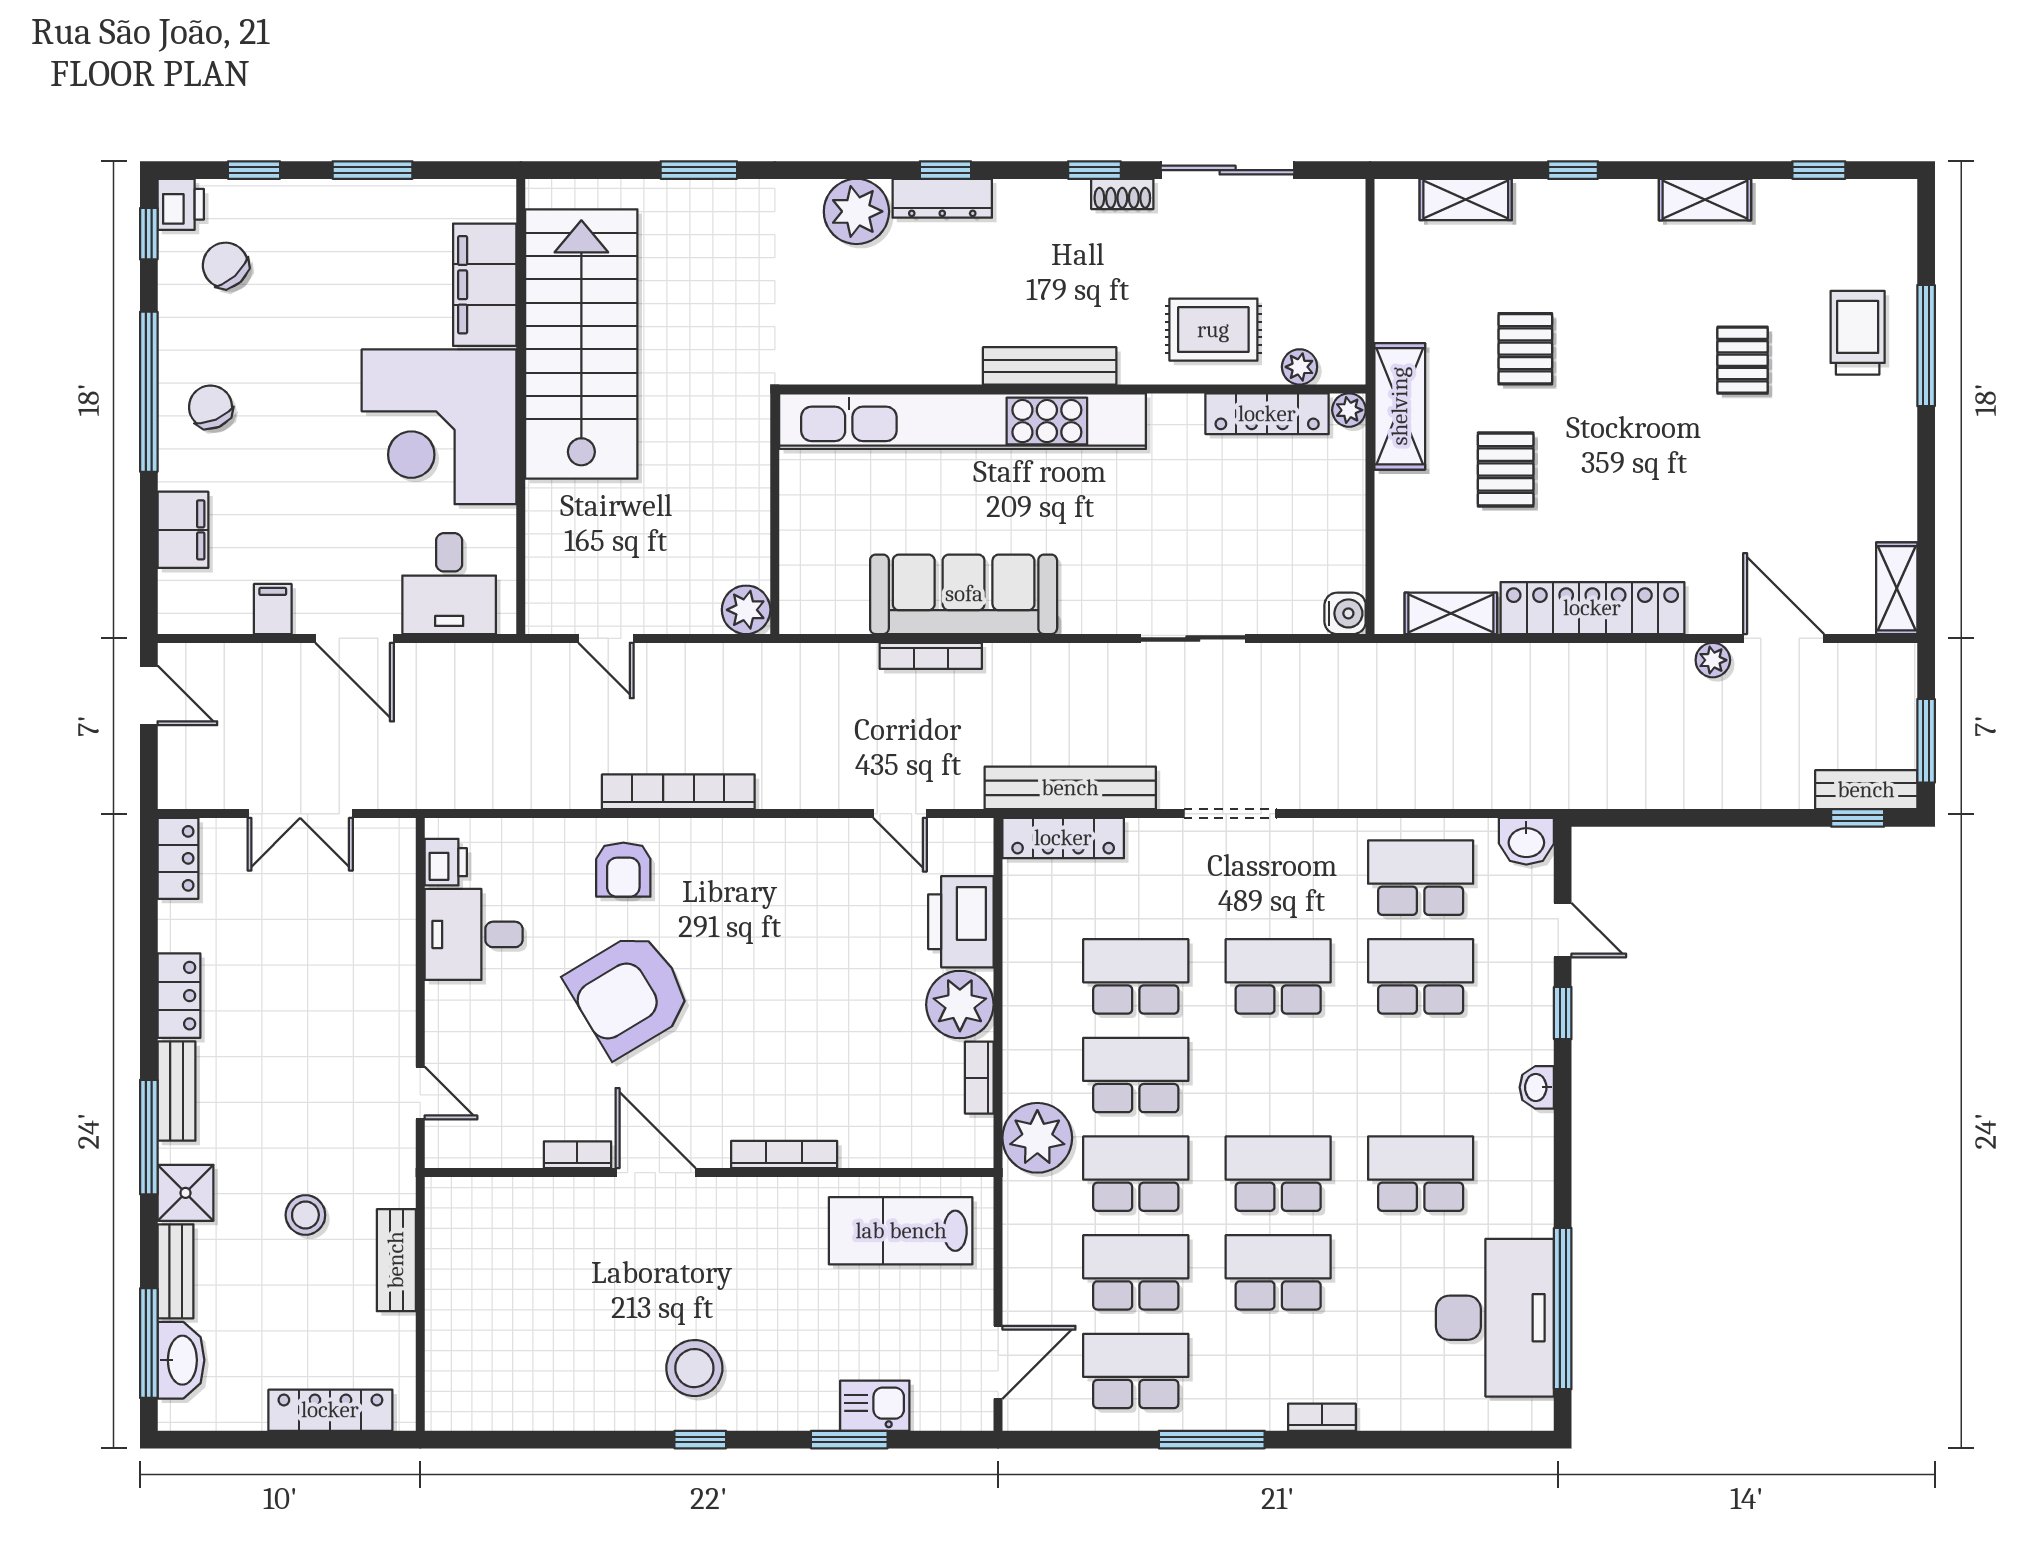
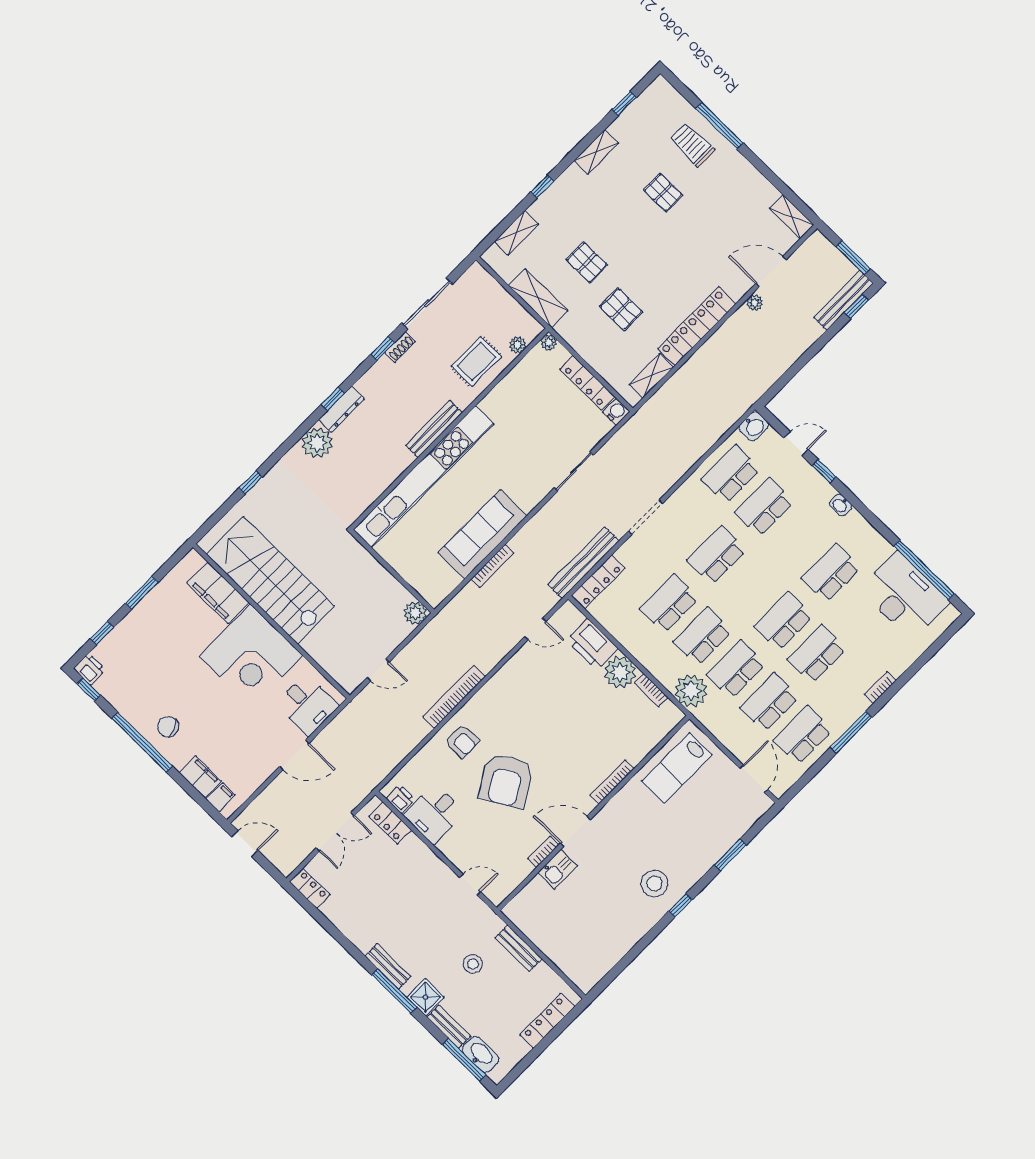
window: (699, 170) -> (251, 482), width x0.67
chair: (225, 265) -> (125, 674), removed
shelving: (1400, 406) -> (538, 298), moved
locker: (1267, 414) -> (587, 383), moved, turned 90
filing cabinet: (273, 609) -> (221, 797), moved, turned 90
bench: (1866, 790) -> (844, 300), width x1.36
locker: (179, 996) -> (390, 823), moved, turned 180
kitchen sink: (875, 1406) -> (558, 869), moved, turned 180

